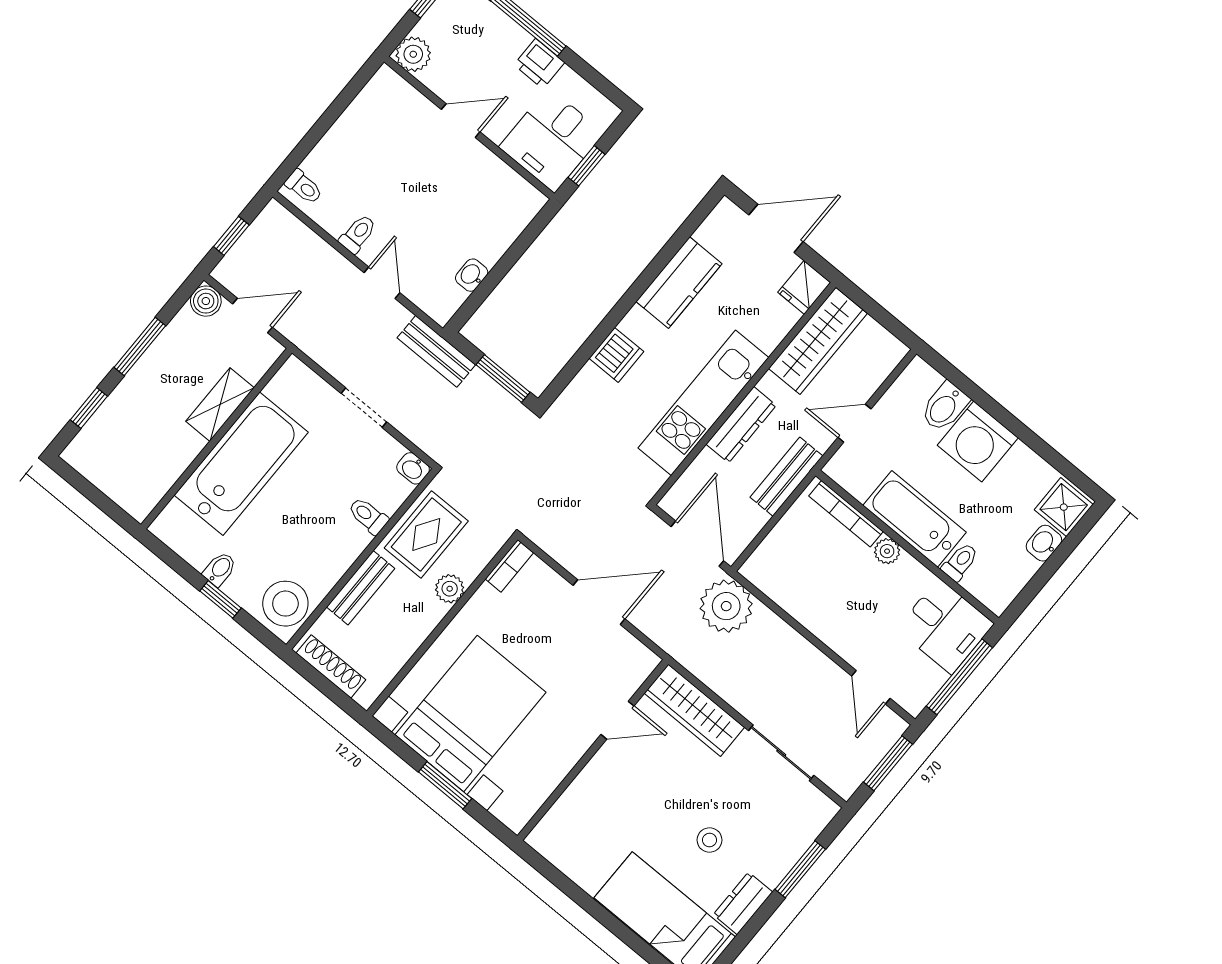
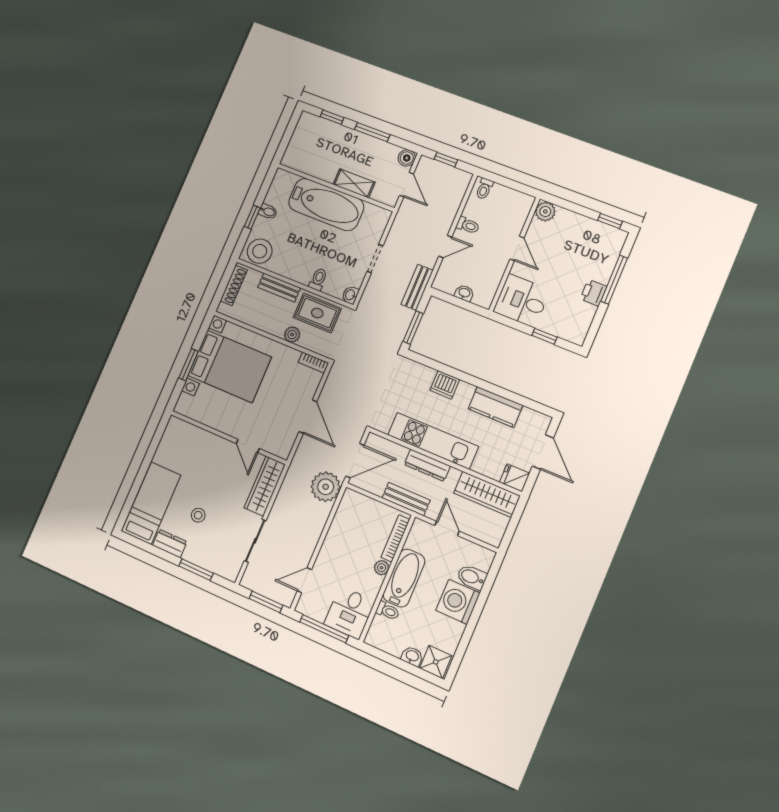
plant: (413, 54) -> (545, 211), moved
door: (461, 121) -> (517, 248), moved
wall: (469, 128) -> (514, 254), moved
desk: (552, 140) -> (522, 301), moved

